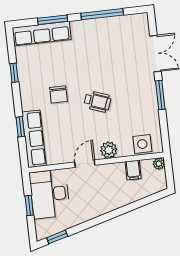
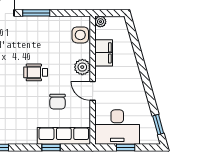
chair: (58, 94) -> (58, 102), moved, turned 90
wheelchair: (97, 102) -> (36, 72), turned -110
filing cabinet: (133, 170) -> (104, 53), width x2.00

